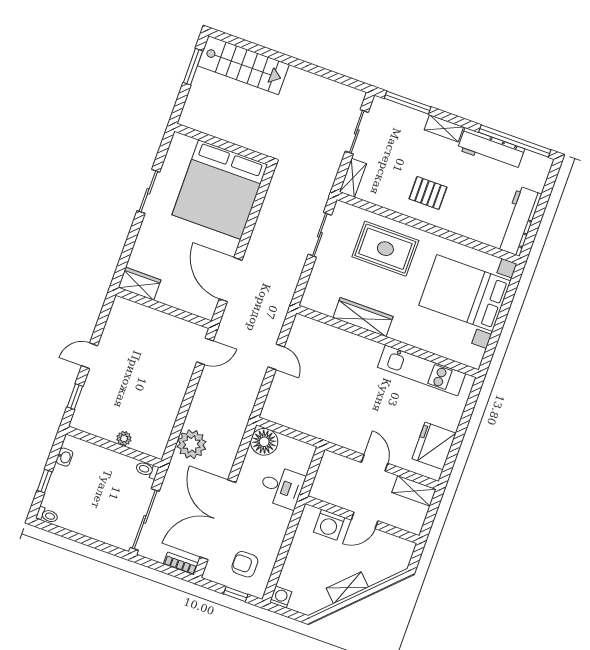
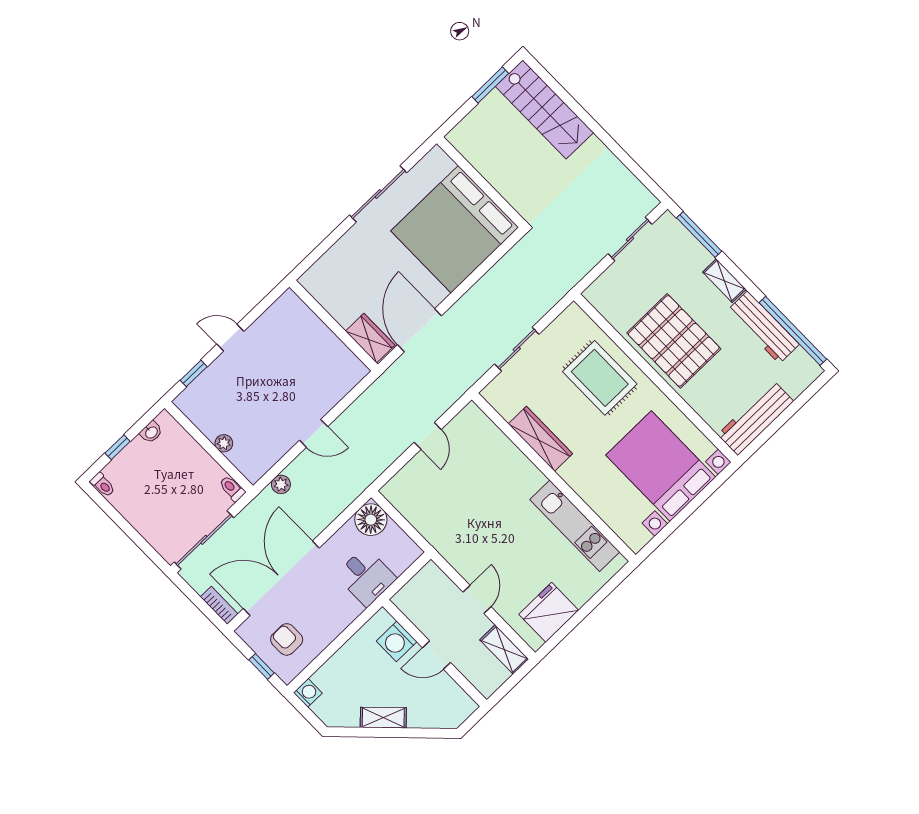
shelving: (353, 178) -> (602, 286), removed
sliding door: (148, 191) -> (378, 194), width x1.37
pallet: (428, 193) -> (674, 341), width x2.05, depth x2.00
sliding door: (320, 235) -> (517, 349), moved
wardrobe: (139, 284) -> (370, 338), moved
door: (205, 351) -> (314, 433), moved
plant: (192, 444) -> (281, 484), width x0.53, depth x0.53

